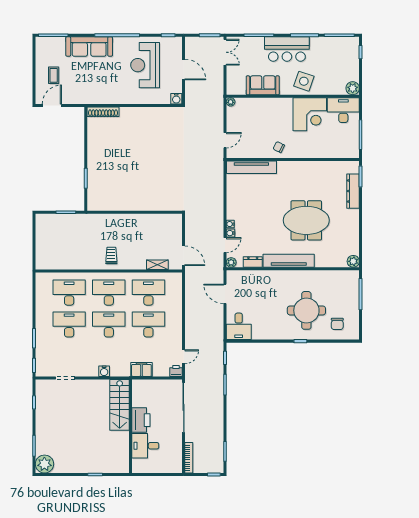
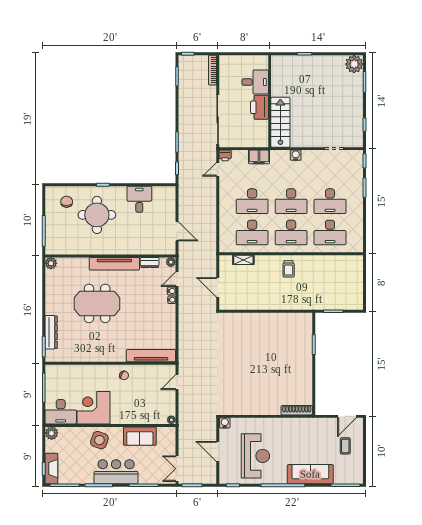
fireplace: (353, 52) -> (51, 469), added
door: (184, 256) -> (218, 287), moved
desk: (239, 326) -> (139, 199), moved

